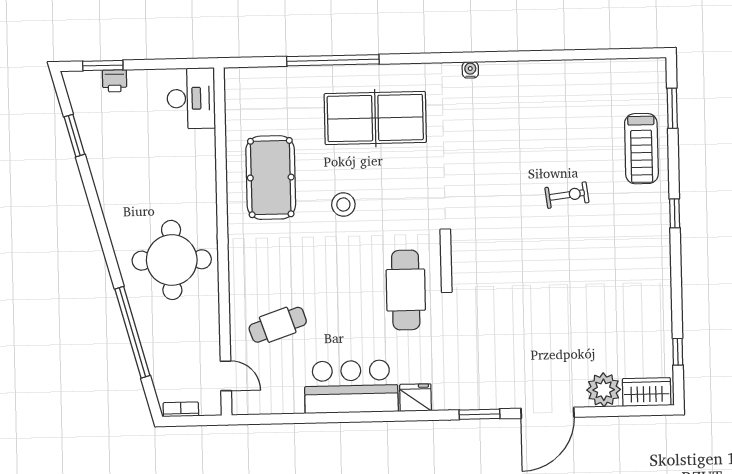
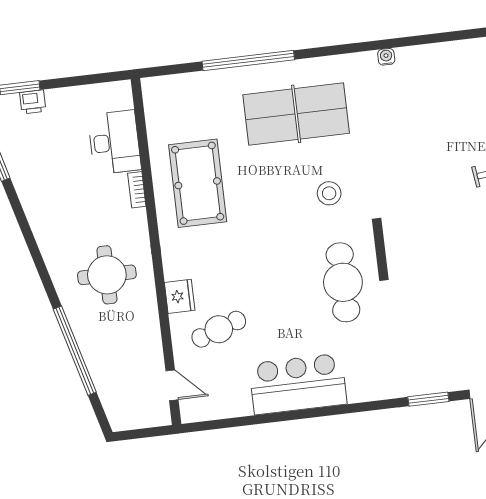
desk: (191, 98) -> (114, 142), moved
stool: (343, 205) -> (329, 193), moved
round table: (172, 260) -> (107, 275), width x0.73, depth x0.73
fridge: (416, 398) -> (180, 296), moved, turned 90
bookcase: (181, 409) -> (137, 190), moved, turned -90

